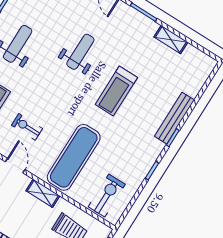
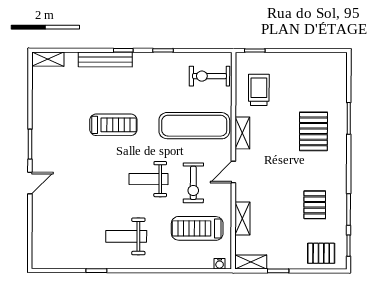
shelving: (171, 40) -> (48, 59), moved, turned 90
weight bench: (80, 52) -> (149, 179), moved
exercise bike: (27, 127) -> (193, 183), width x1.38, depth x1.39

